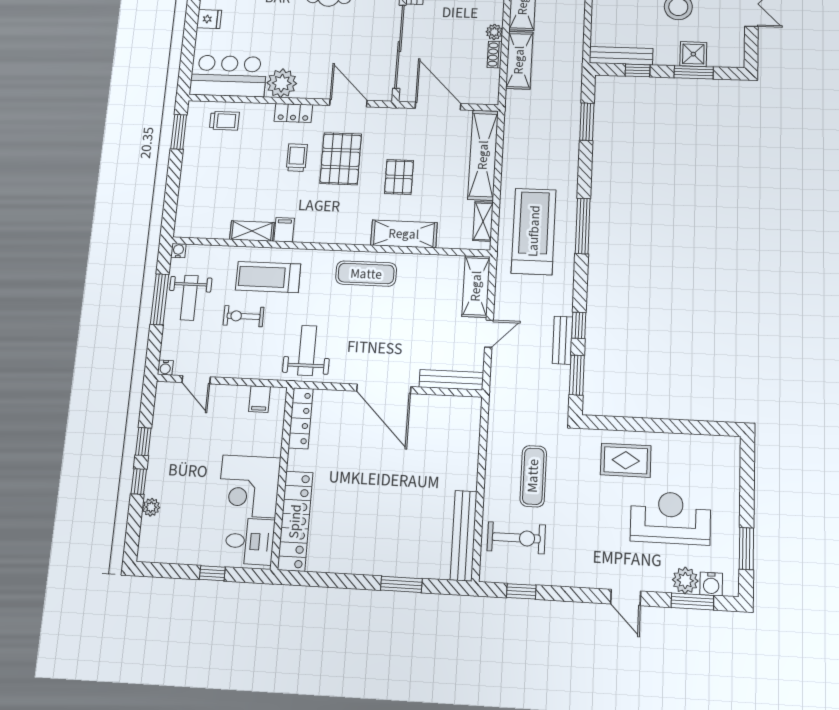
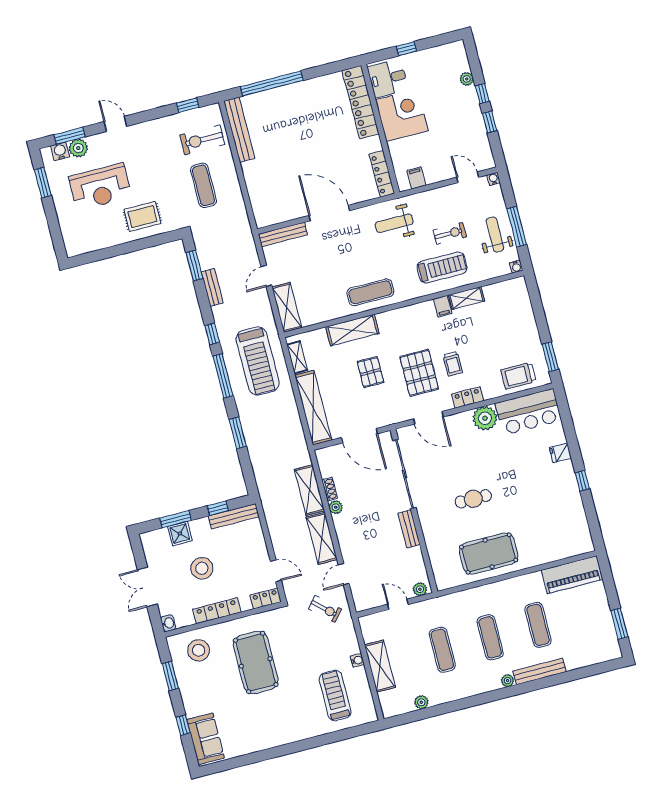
trolley: (224, 121) -> (518, 376), width x1.36, depth x1.39
window: (587, 122) -> (238, 433), moved
window: (579, 325) -> (212, 334), moved
weight bench: (307, 350) -> (394, 223), turned 90
window: (401, 584) -> (272, 83), width x2.11

